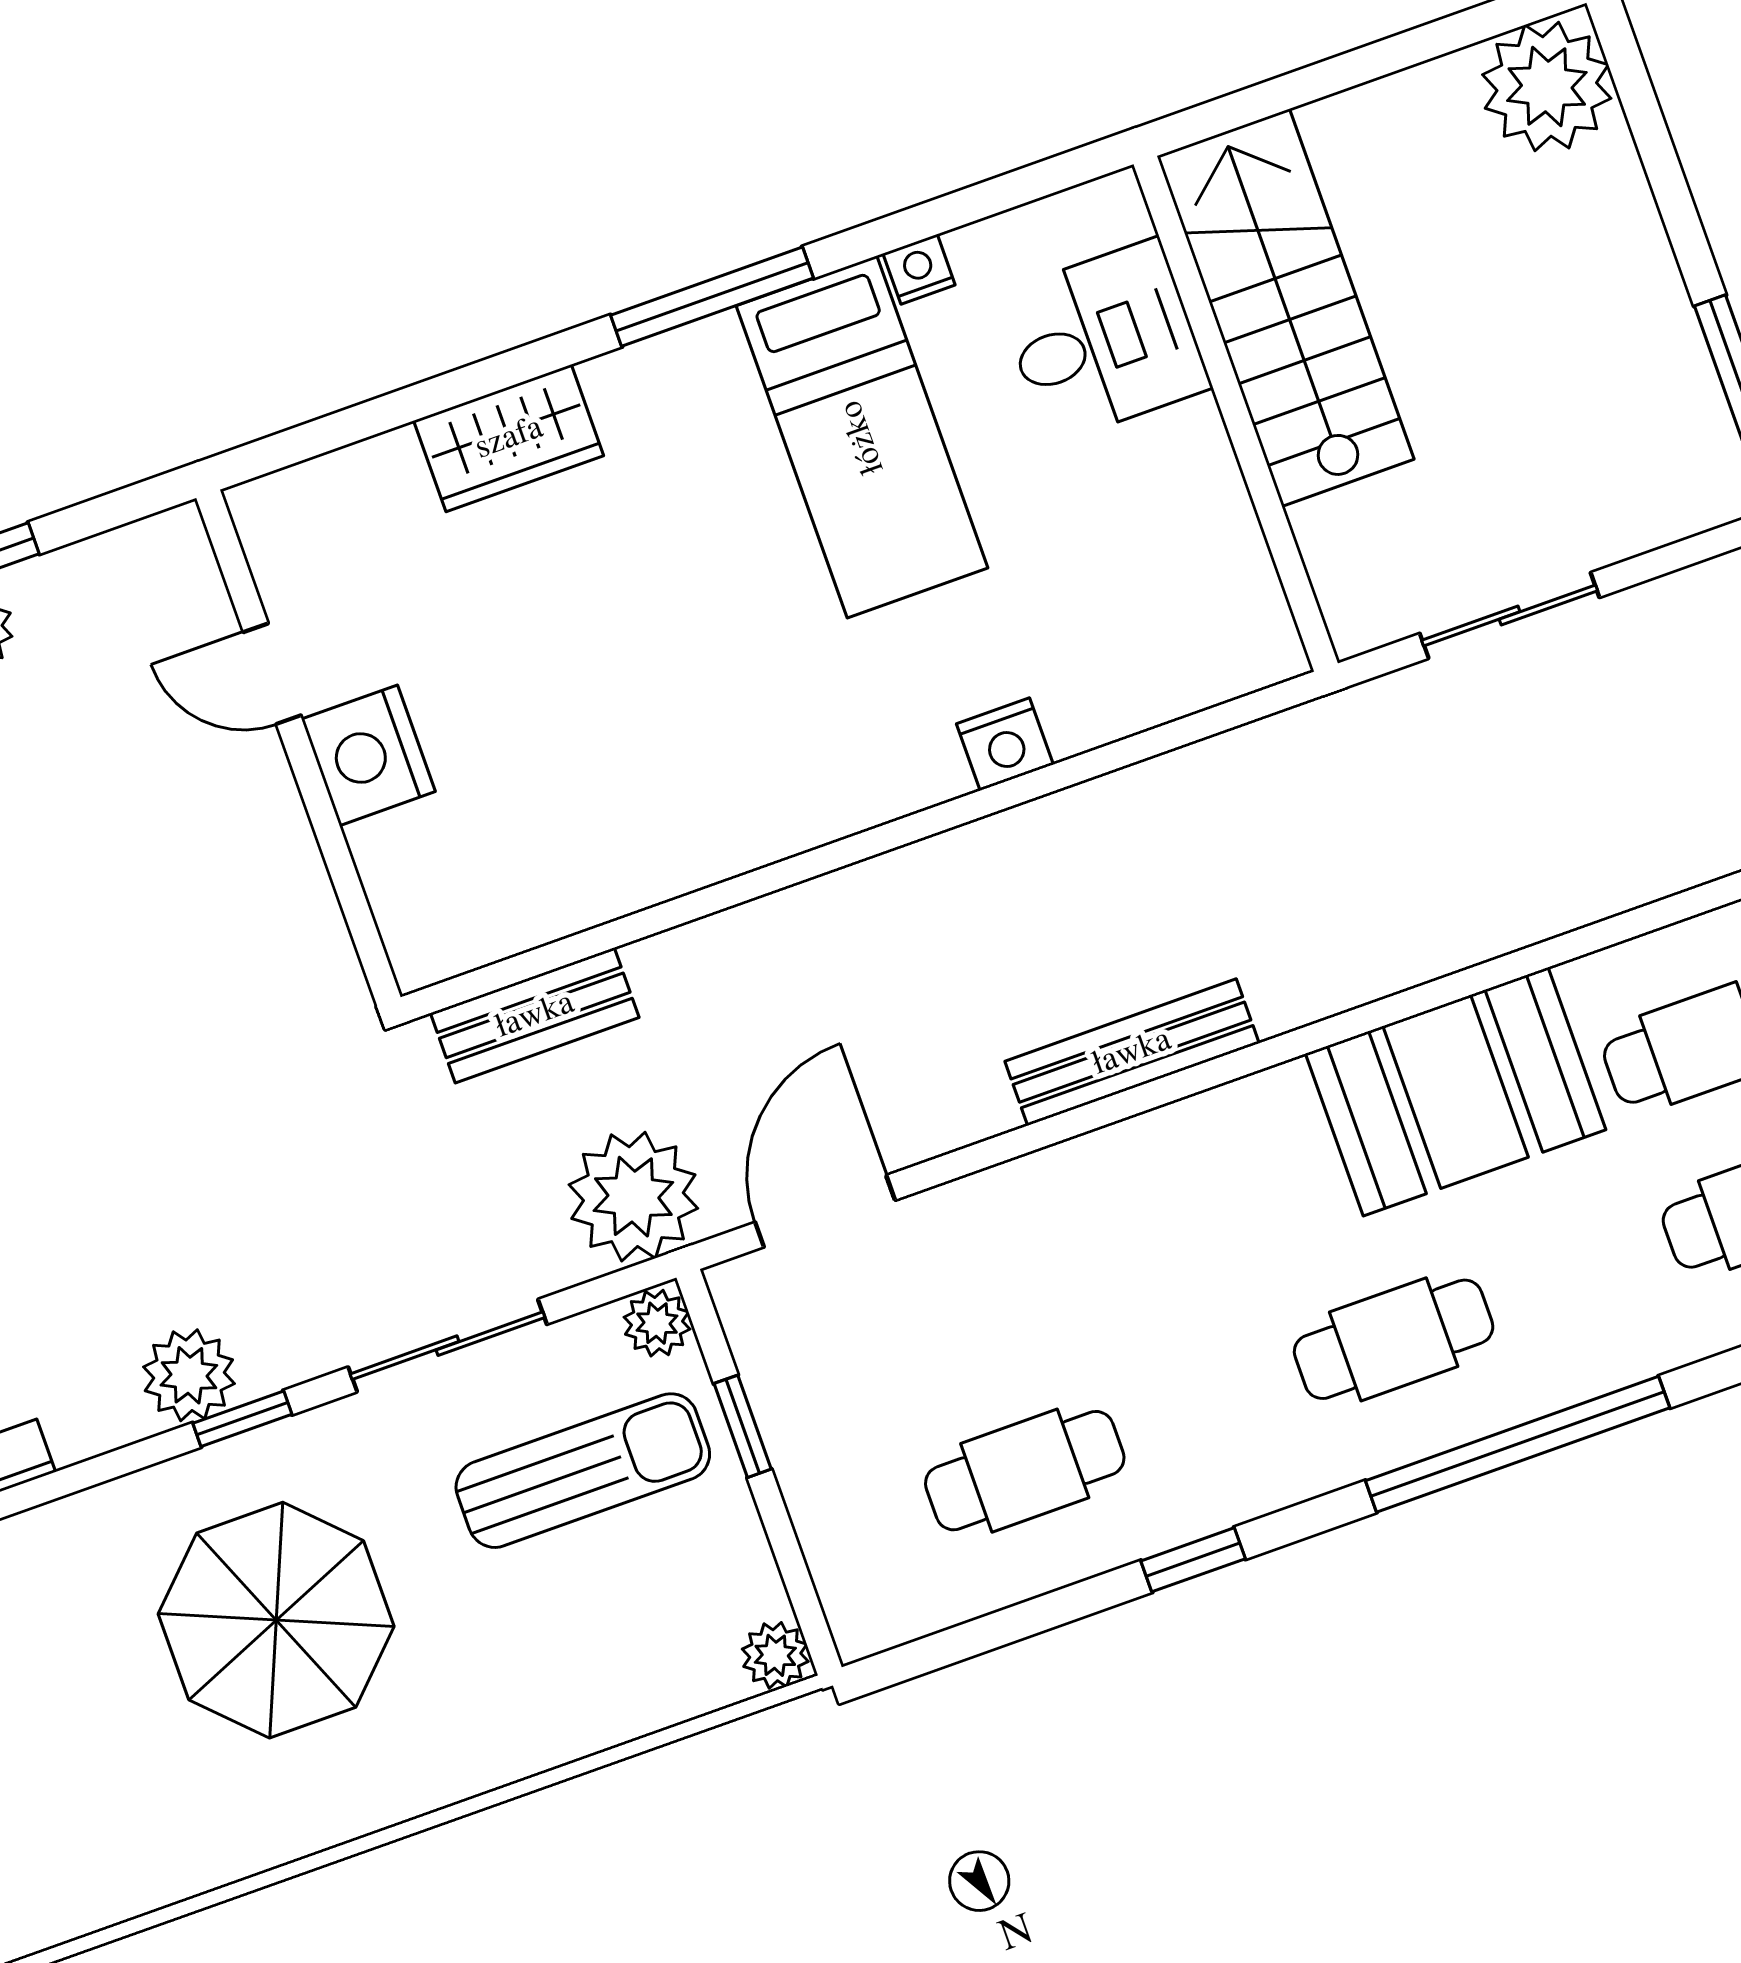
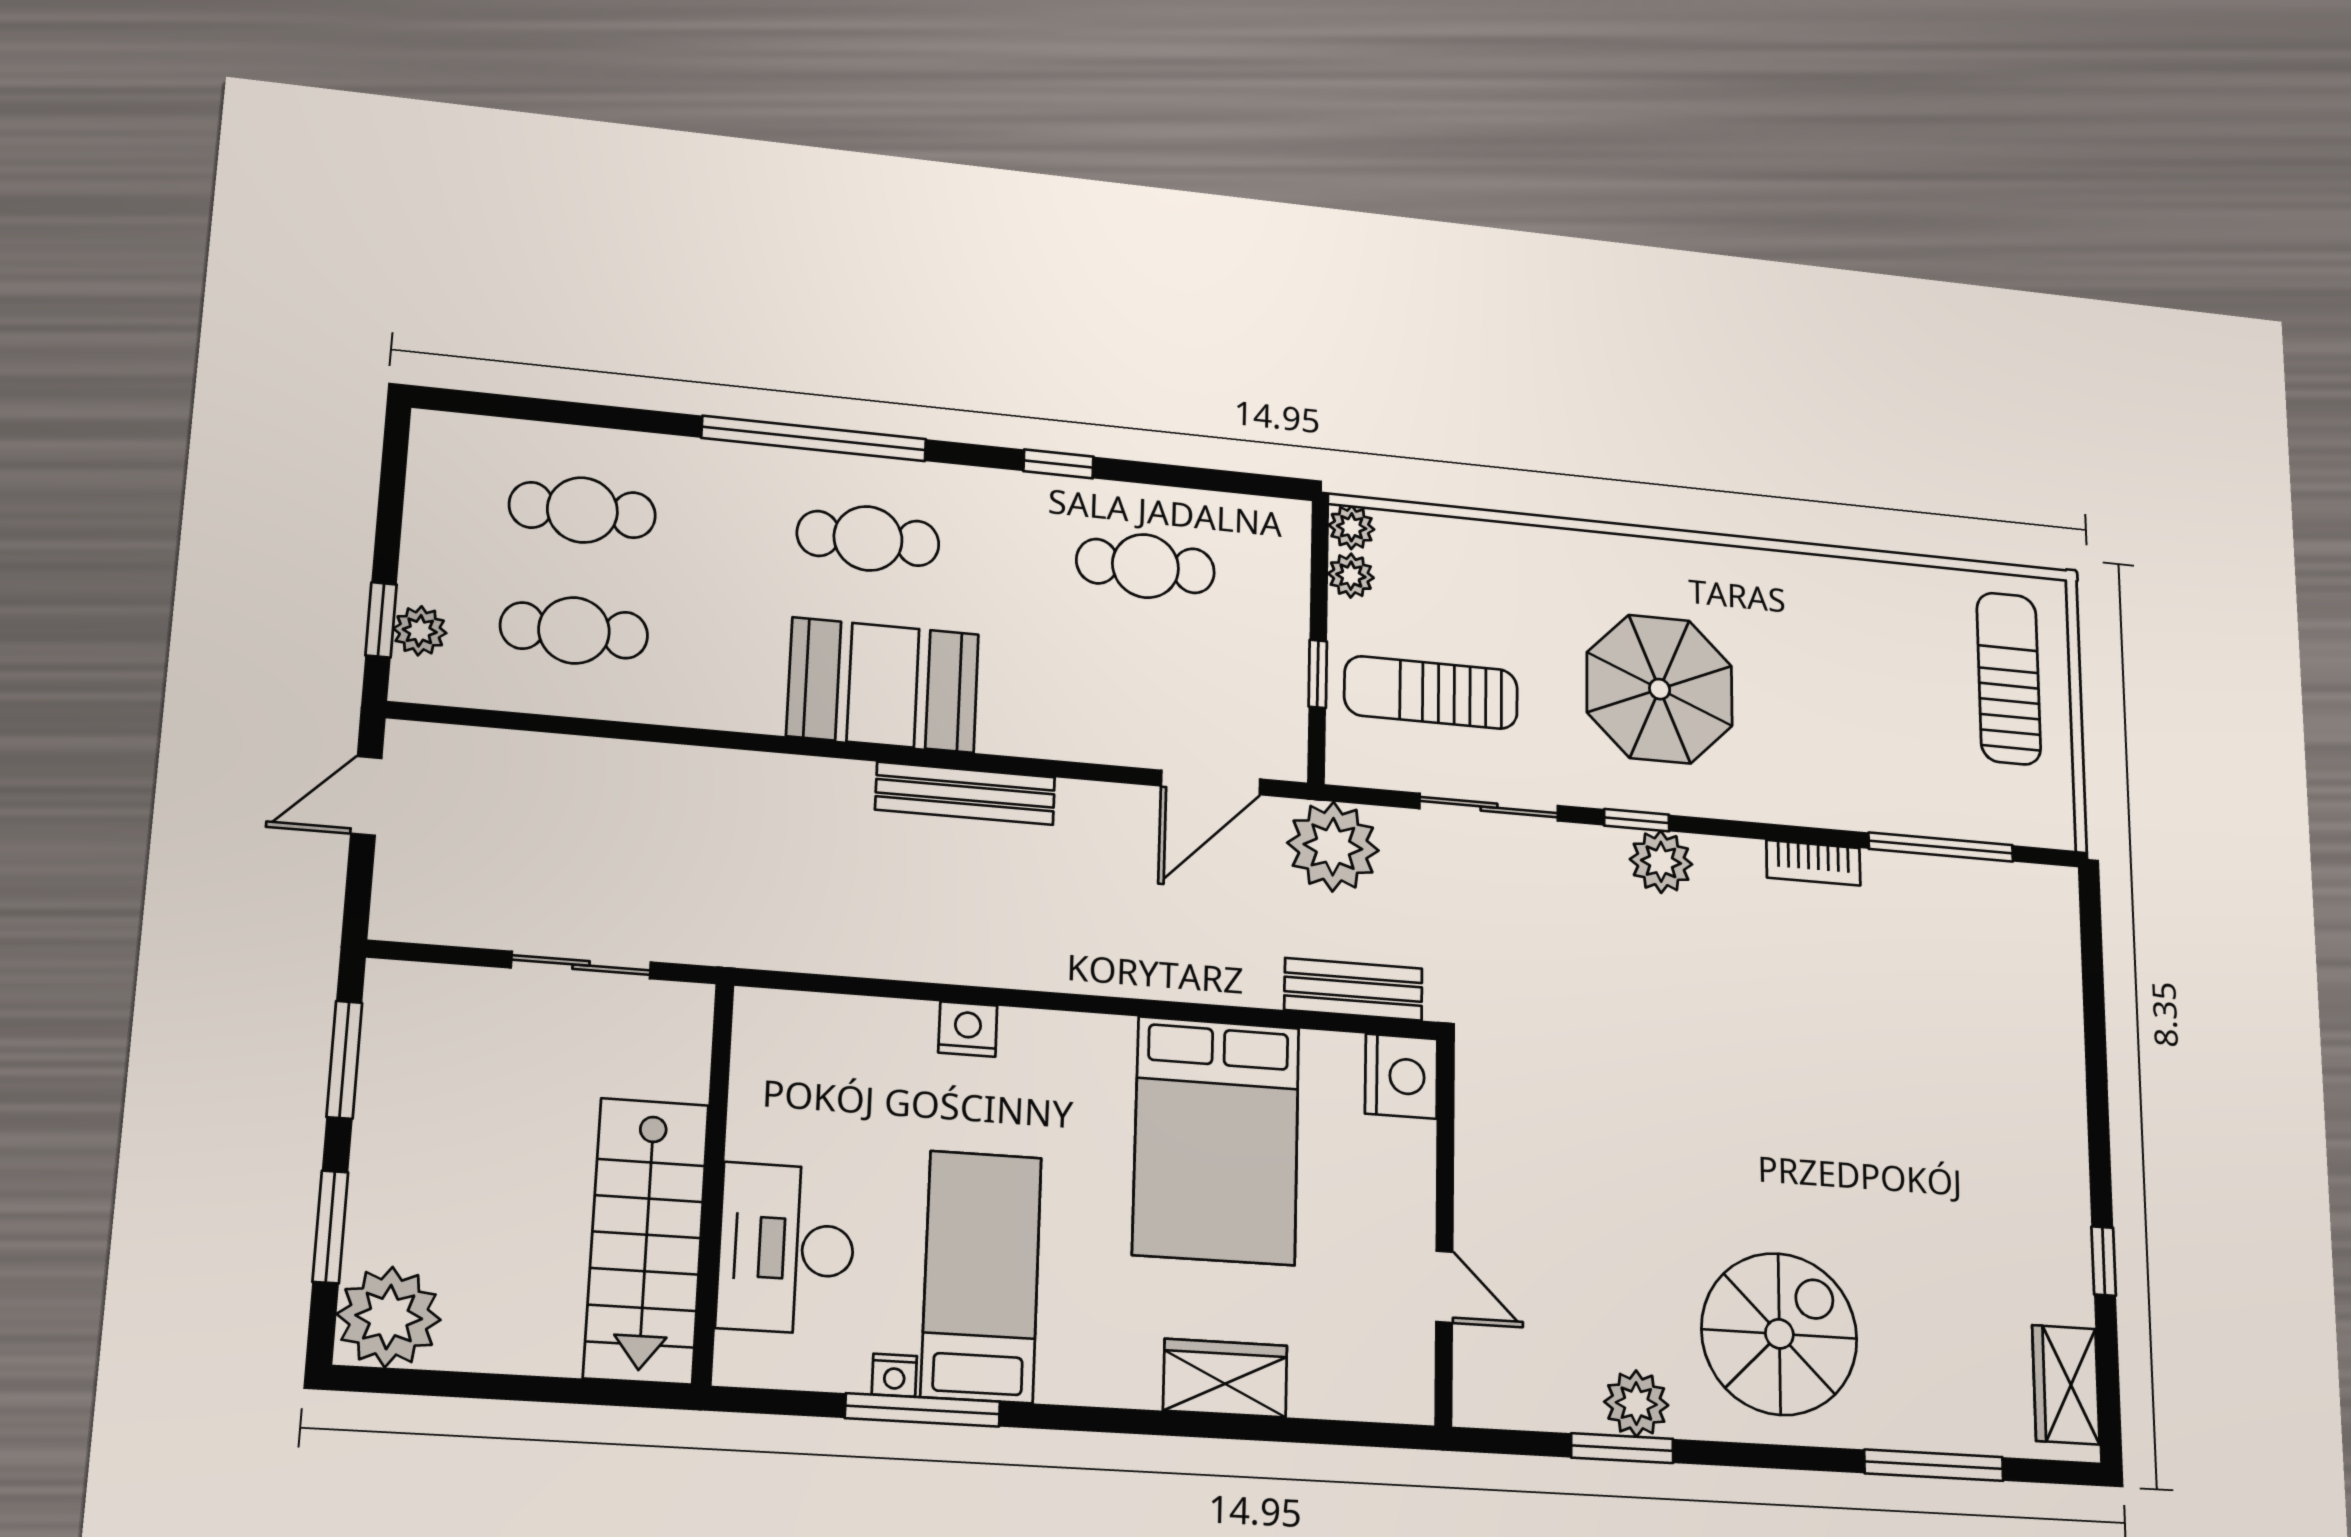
window: (1662, 165) -> (330, 1227), added
window: (712, 297) -> (923, 1410), moved
desk: (1104, 341) -> (786, 1249), width x1.37
bed: (636, 738) -> (1216, 1140), added
nightstand: (368, 755) -> (1401, 1076), moved
booth: (1456, 1092) -> (883, 685), moved
plant: (657, 1323) -> (1351, 576), moved

